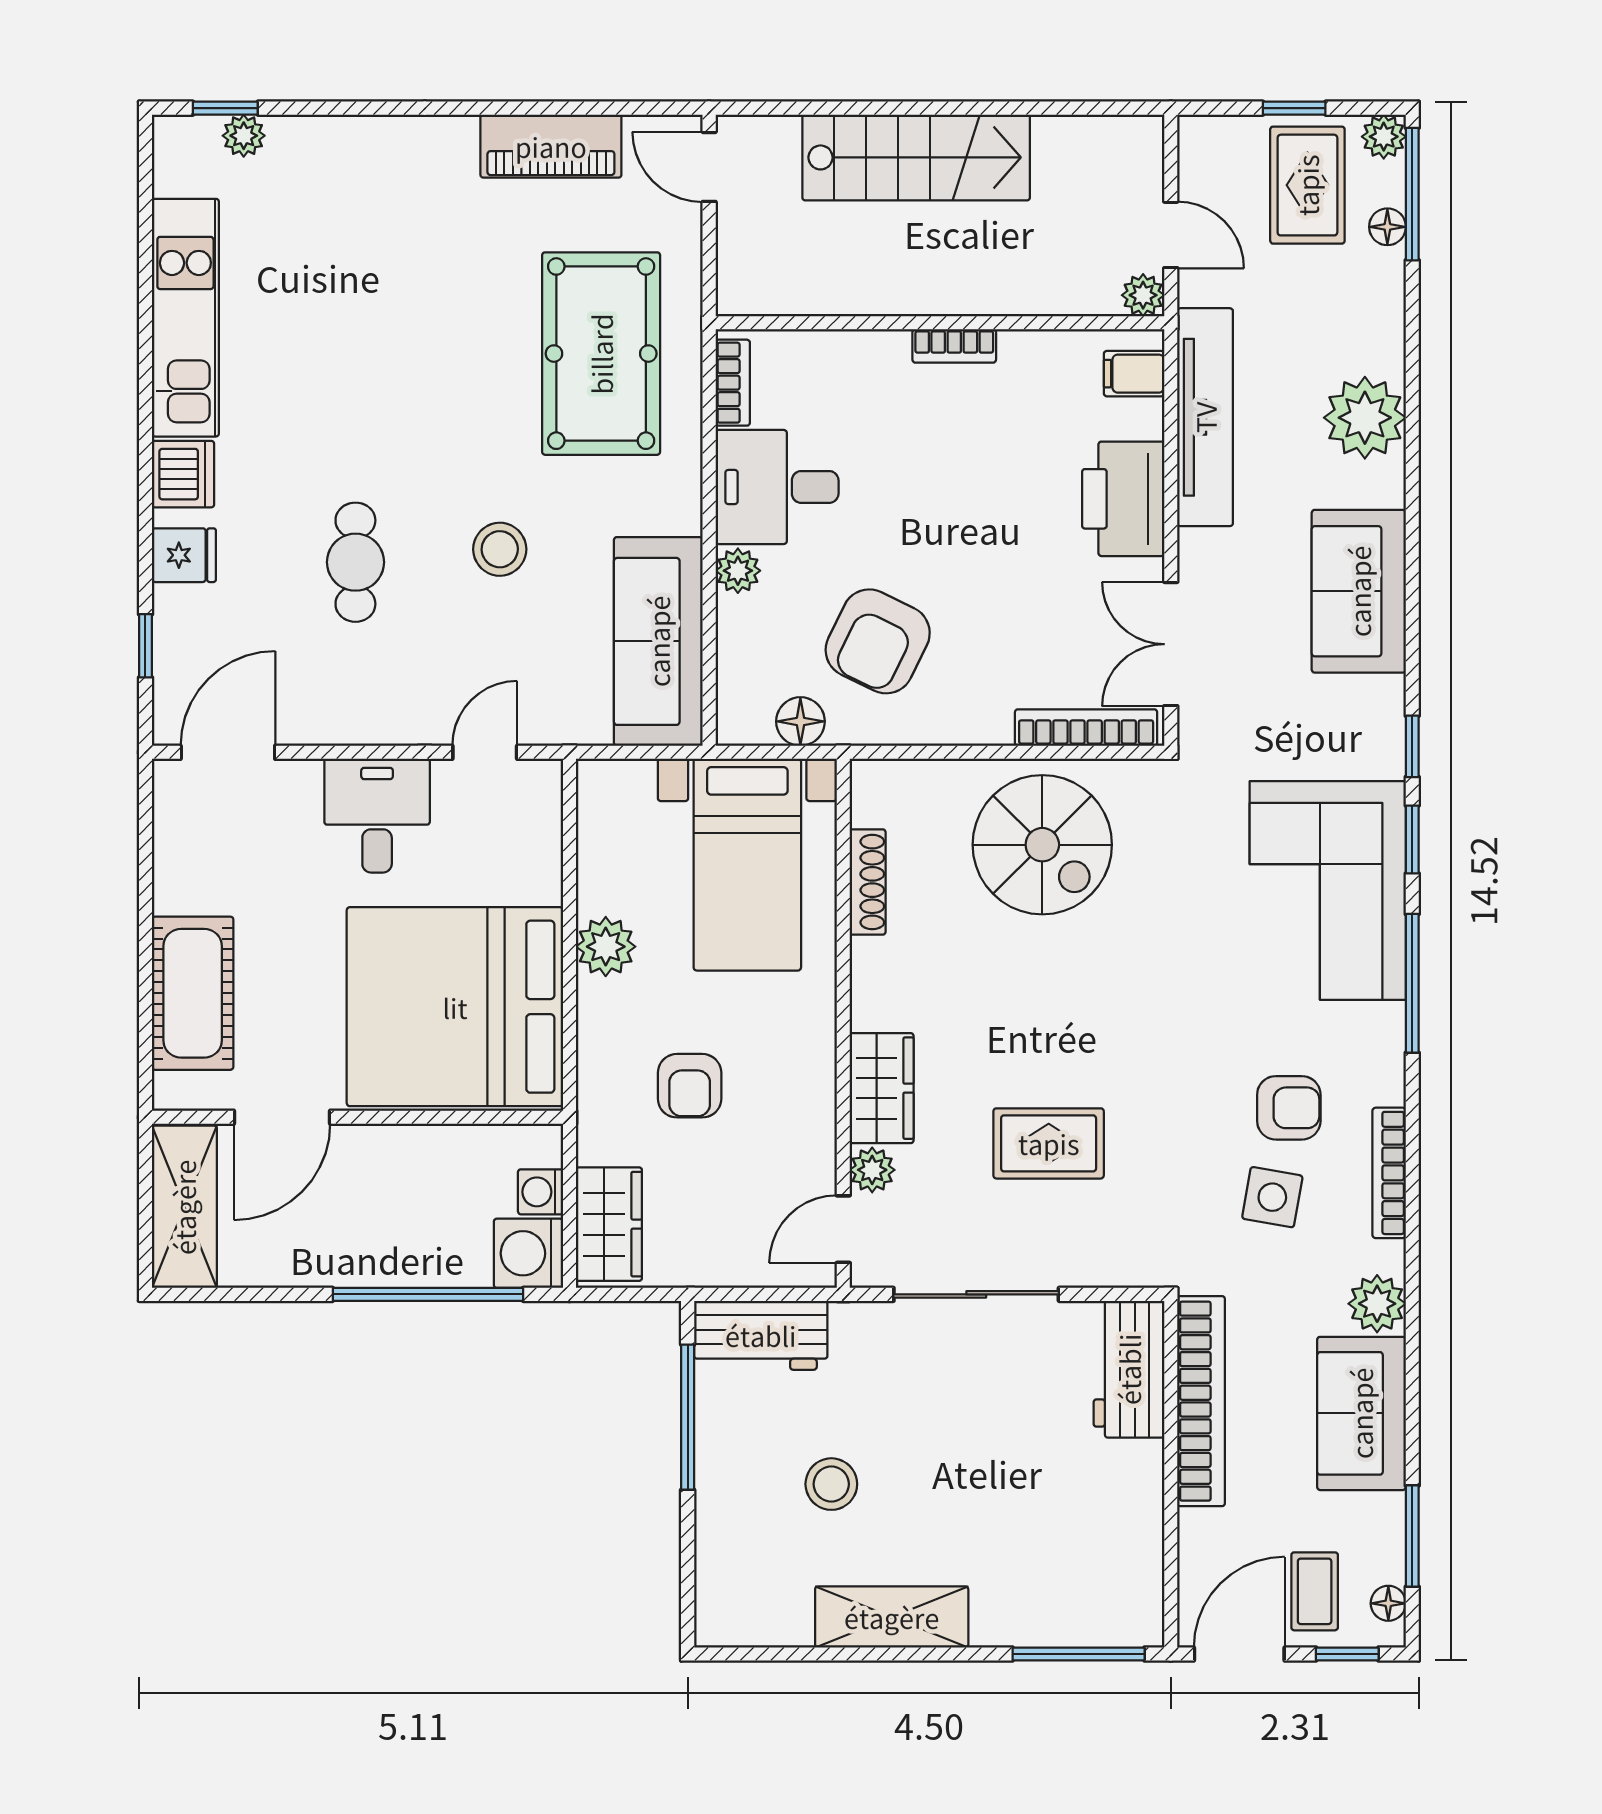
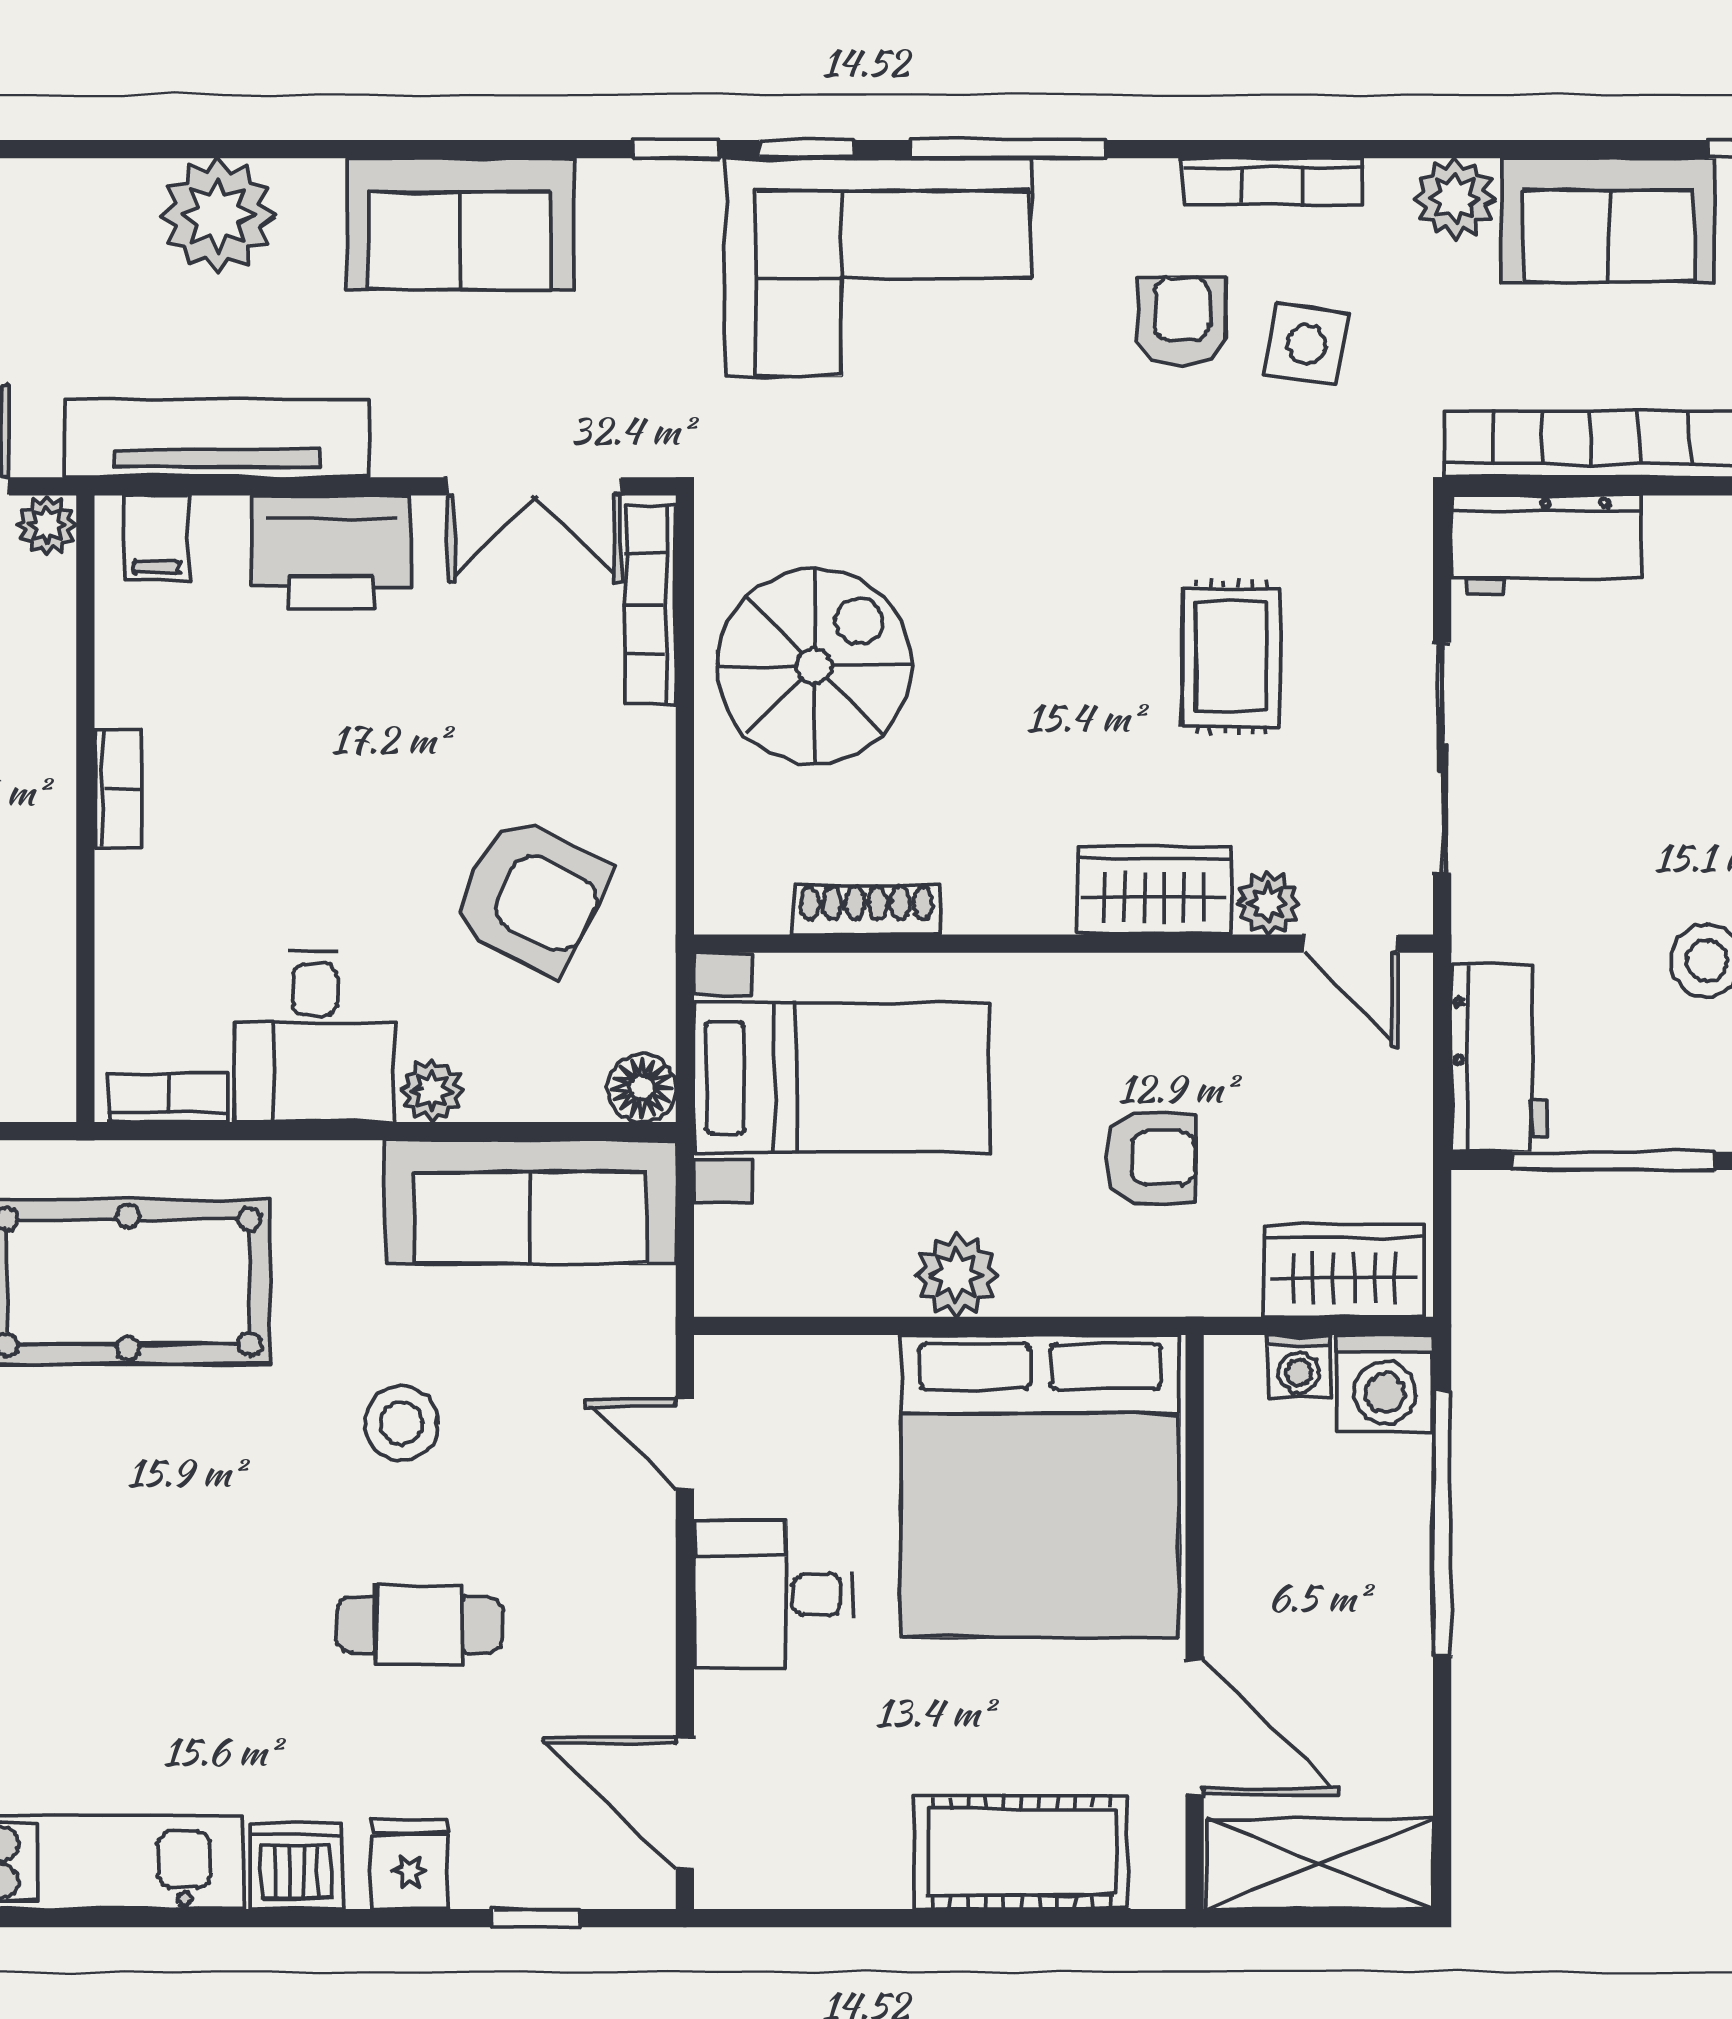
floor lamp: (800, 721) -> (642, 1088), moved

